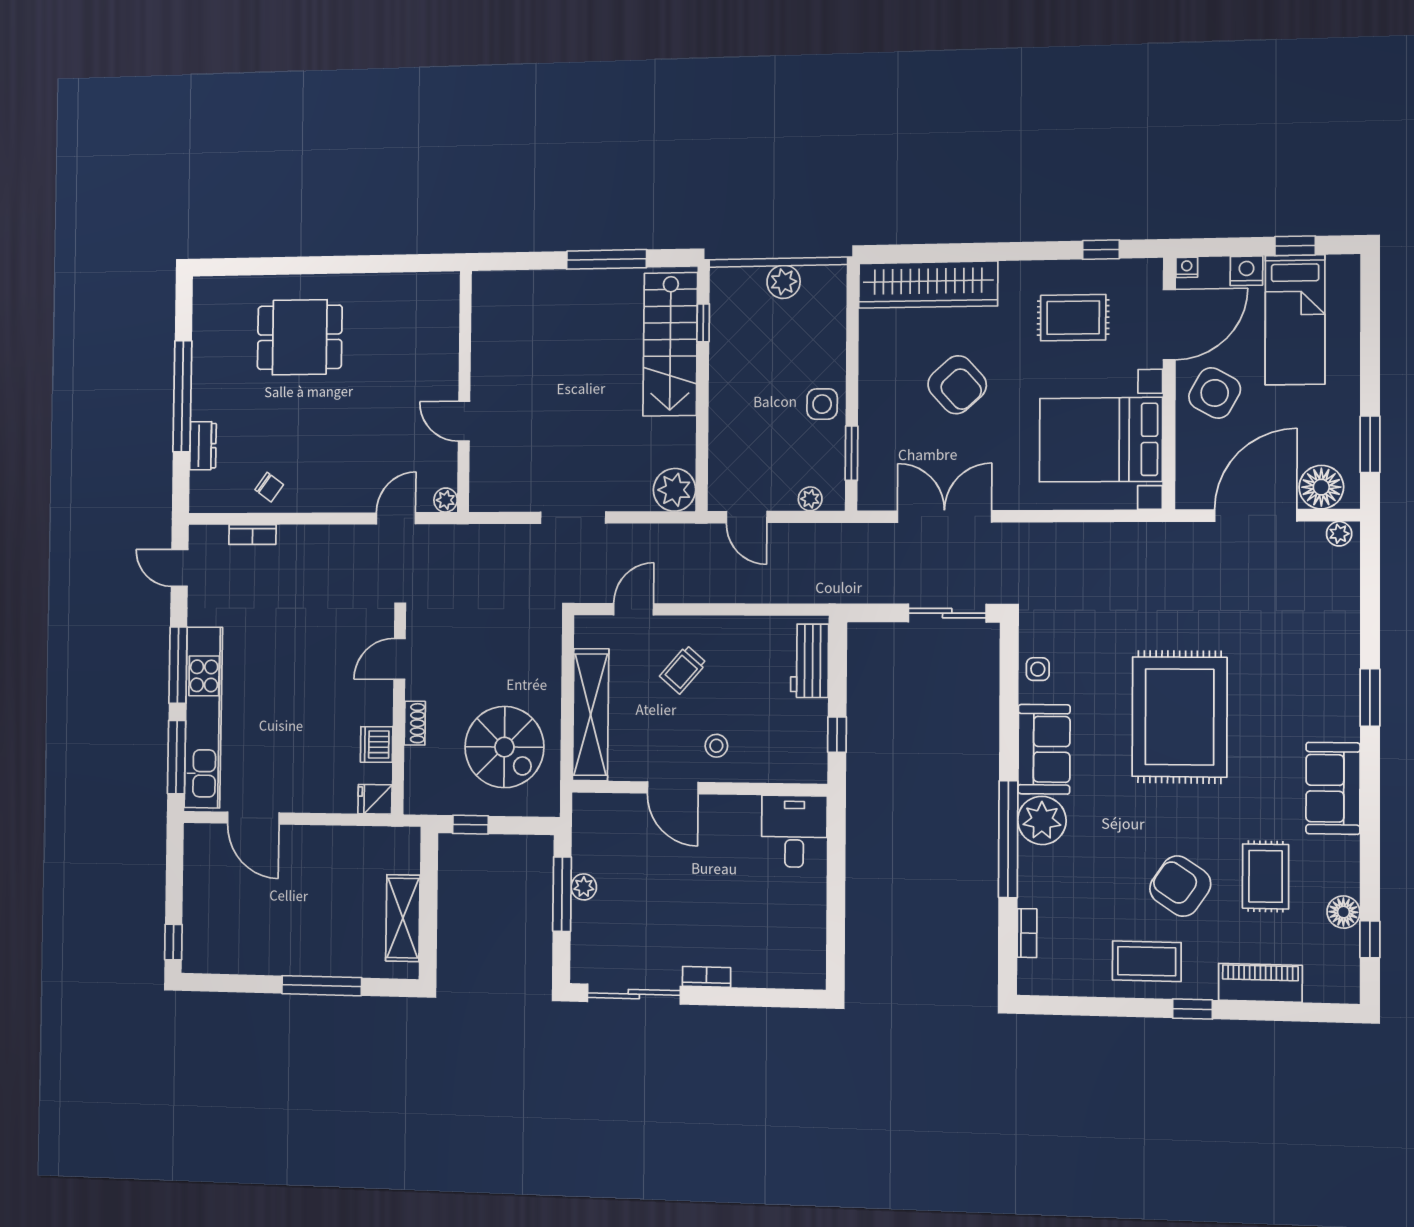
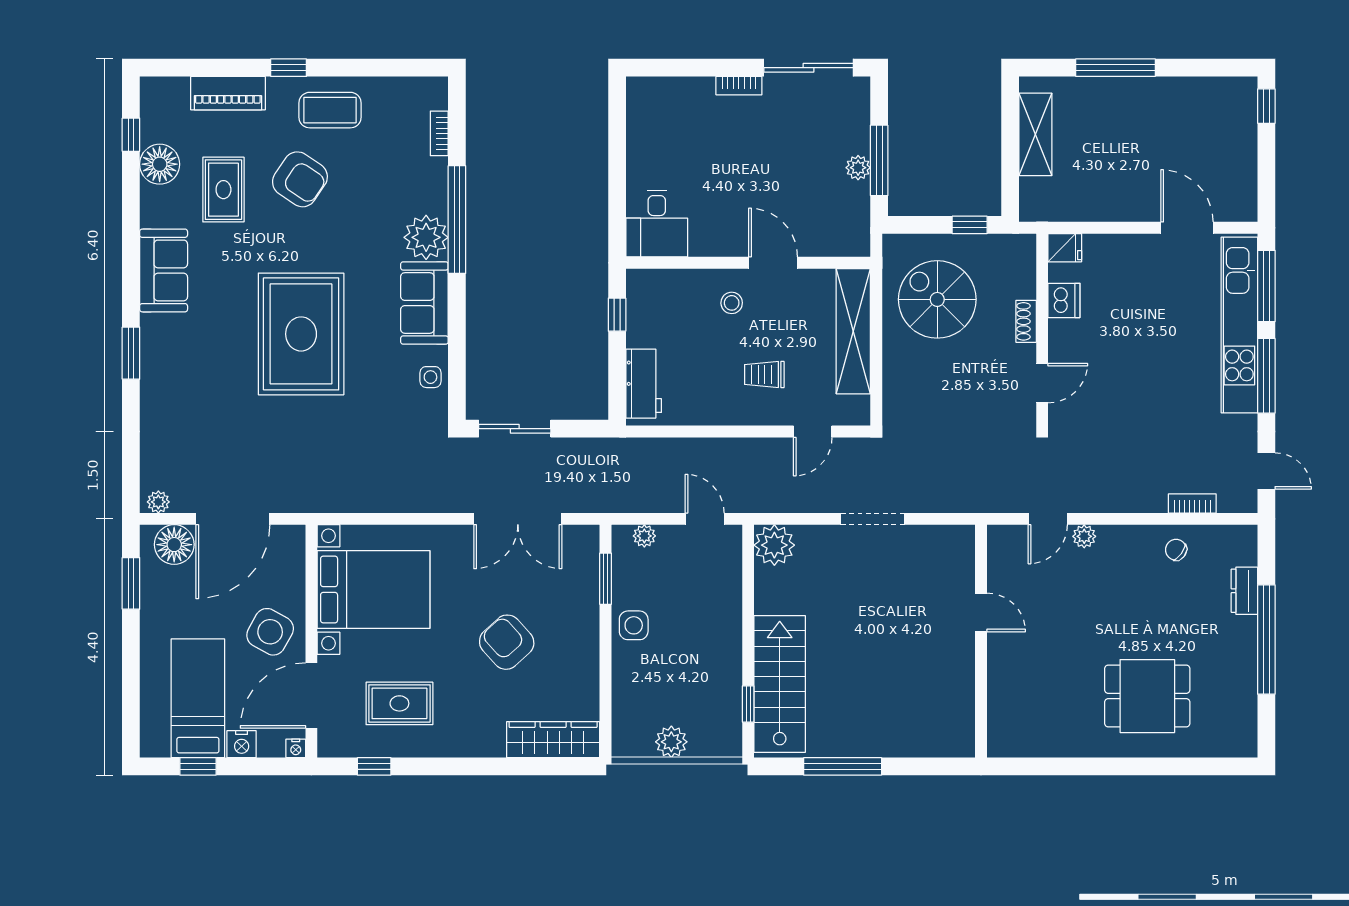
wardrobe: (928, 285) -> (553, 740), width x0.71, depth x0.85
plant: (446, 500) -> (1084, 536), moved
trolley: (683, 670) -> (764, 375), turned -131
floor lamp: (1343, 912) -> (160, 164), width x1.38, depth x1.38

